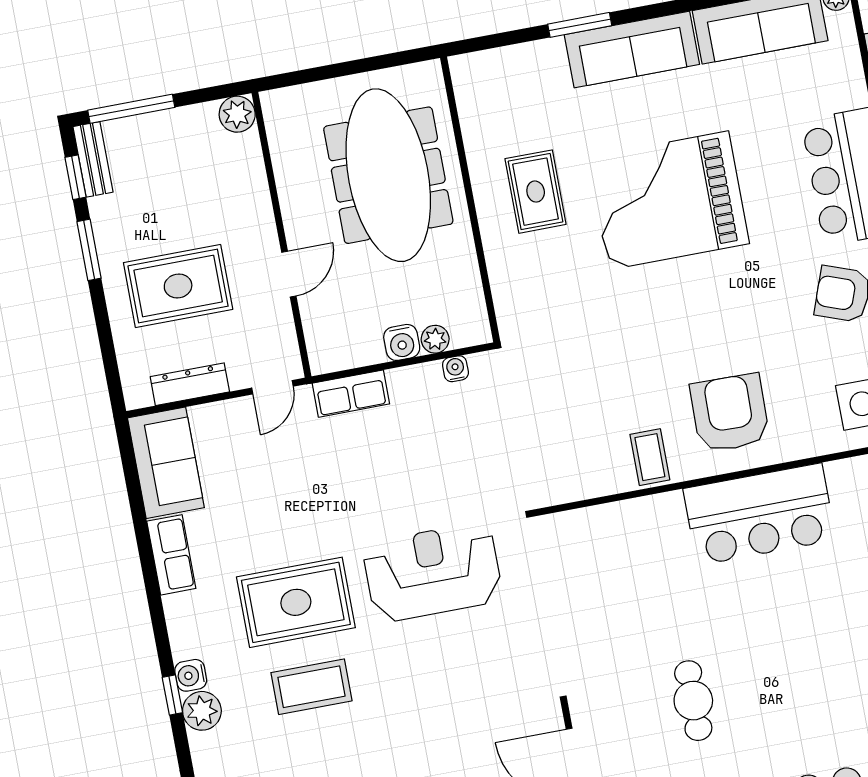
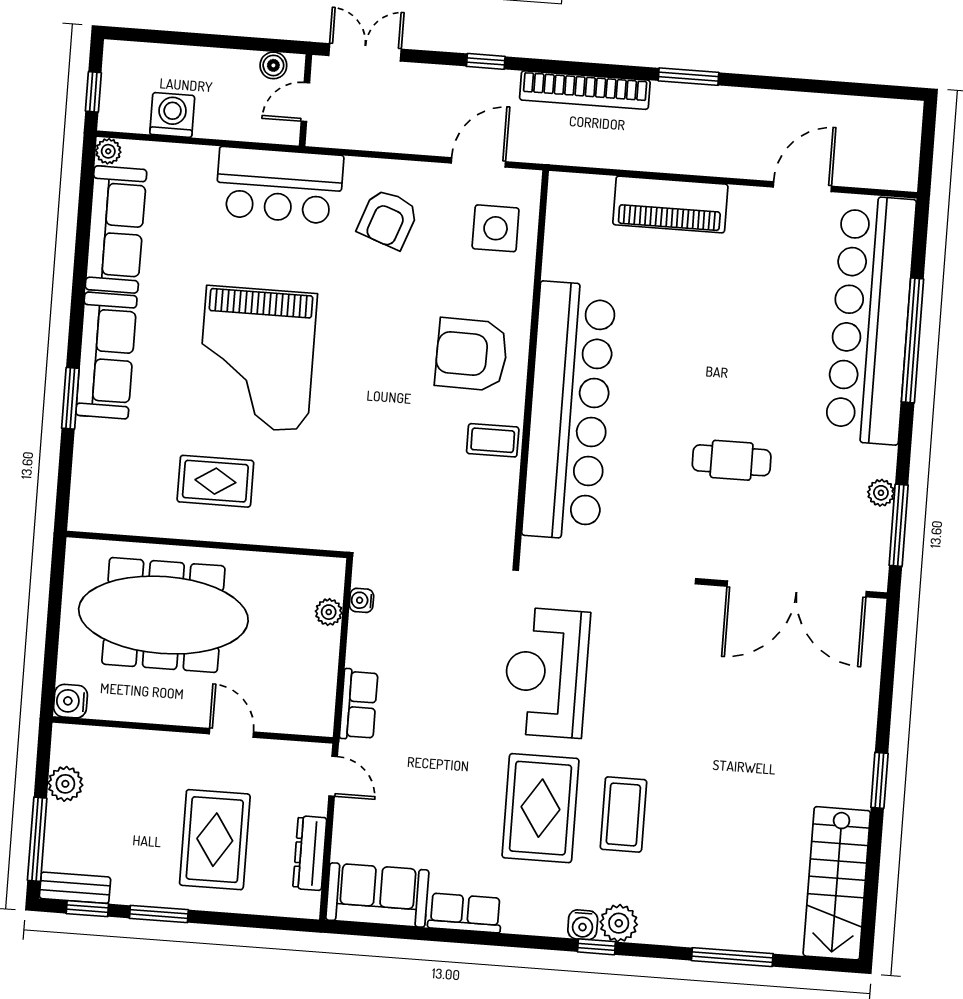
plant: (237, 114) -> (65, 784), moved
water cooler: (402, 342) -> (70, 701), moved, turned 180
bar counter: (759, 514) -> (569, 411), width x1.86

